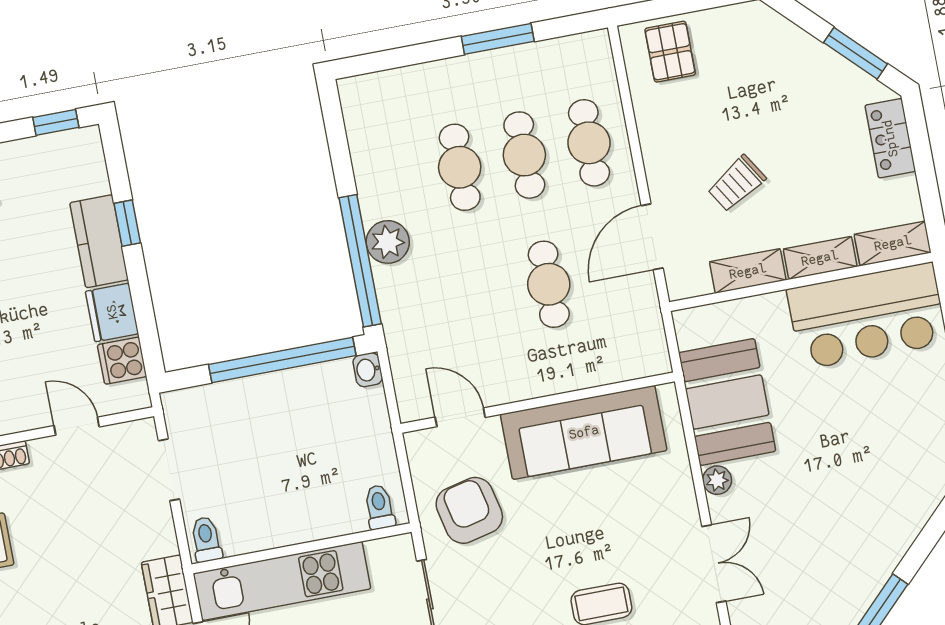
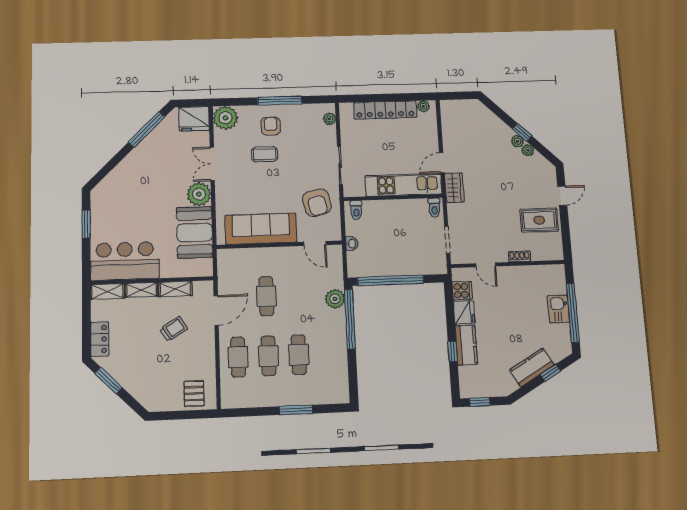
window: (498, 39) -> (296, 410), moved
plant: (388, 242) -> (335, 299), moved
washbasin: (368, 370) -> (352, 244), moved
plant: (717, 480) -> (199, 194), width x1.87, depth x1.87

